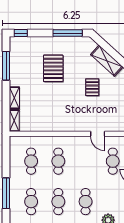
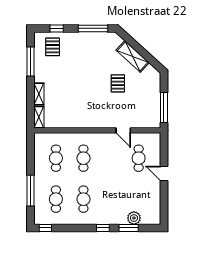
window: (21, 33) -> (57, 28), moved
pallet: (53, 68) -> (53, 47), moved, width x0.67, depth x0.71
cafe table: (86, 202) -> (111, 199), removed

